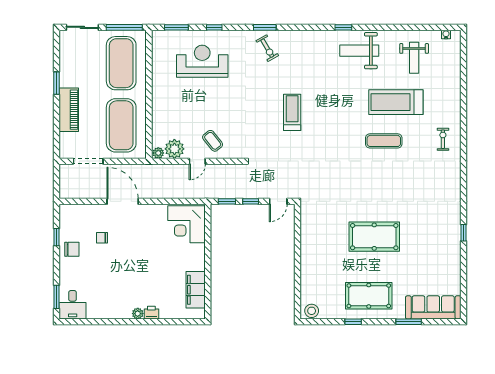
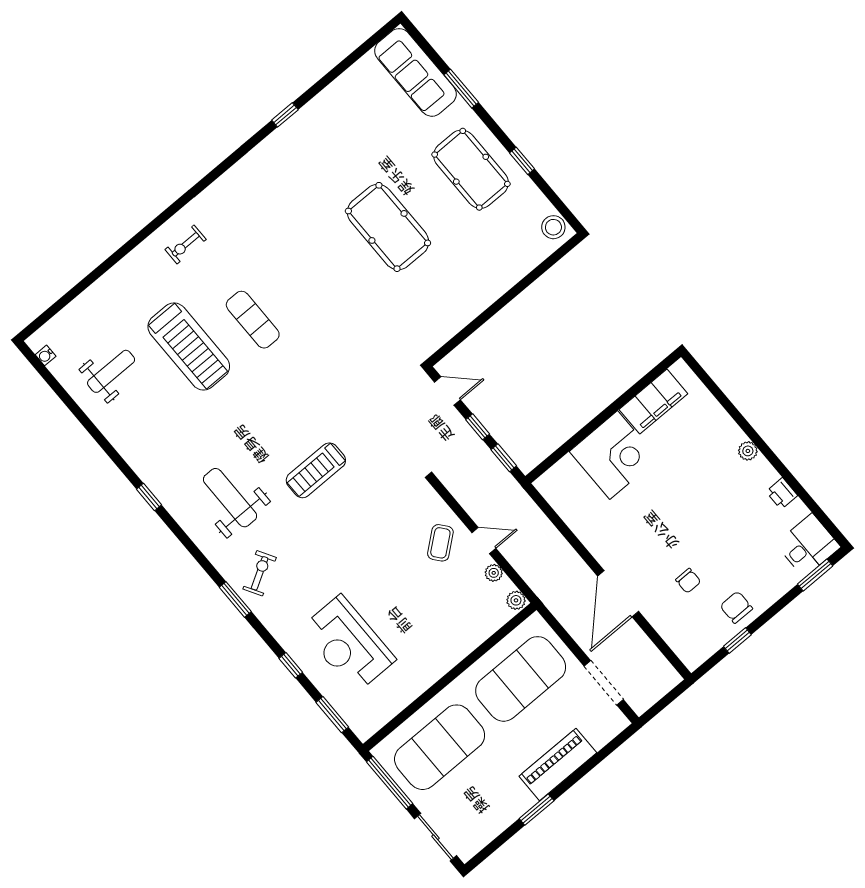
weight bench: (359, 51) -> (230, 498), moved, turned 180
plant: (174, 149) -> (494, 573), width x0.53, depth x0.53
corner desk: (187, 224) -> (614, 455), moved
printer: (151, 313) -> (782, 494), moved

